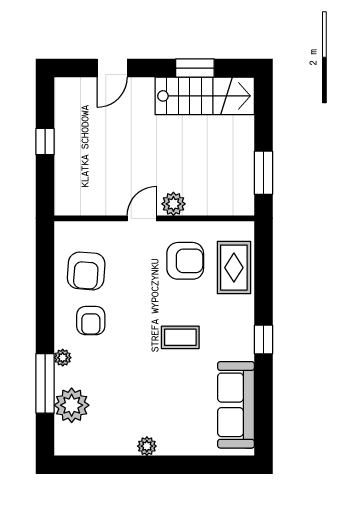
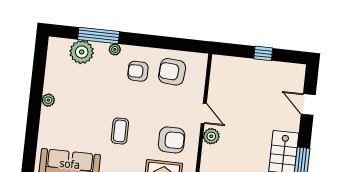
armchair: (185, 261) -> (172, 140), turned -90

